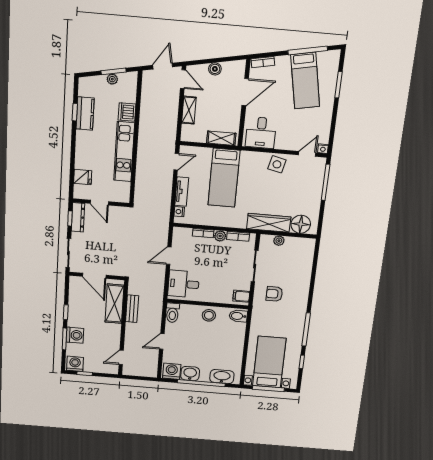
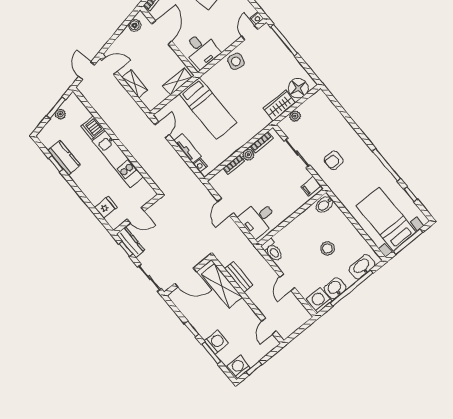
boiler: (215, 69) -> (135, 25), moved
wardrobe: (269, 223) -> (279, 105), width x0.67
stool: (209, 315) -> (327, 249), moved

